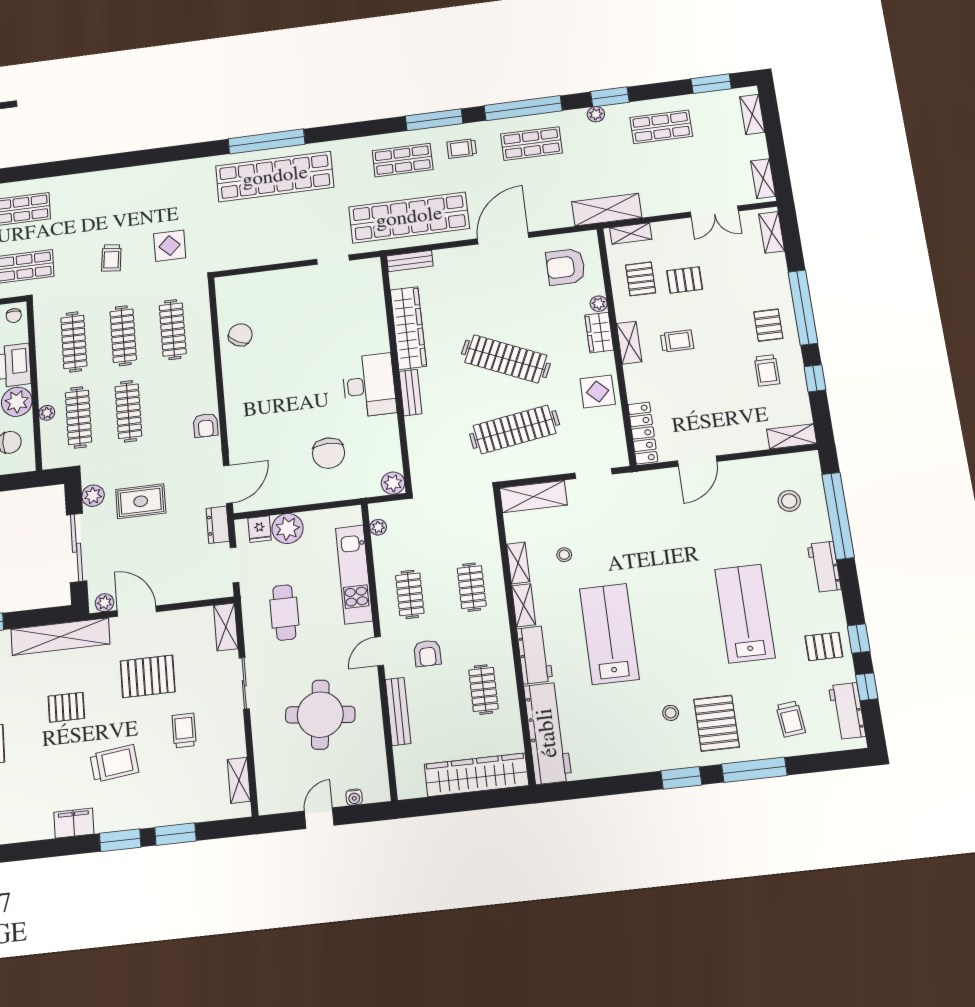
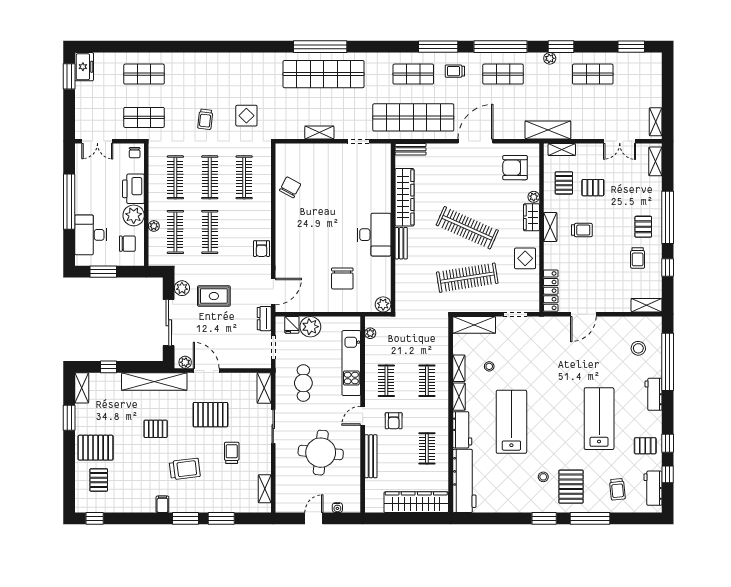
shelving: (752, 114) -> (319, 133), moved, turned 90
filing cabinet: (74, 823) -> (162, 504), width x0.50

